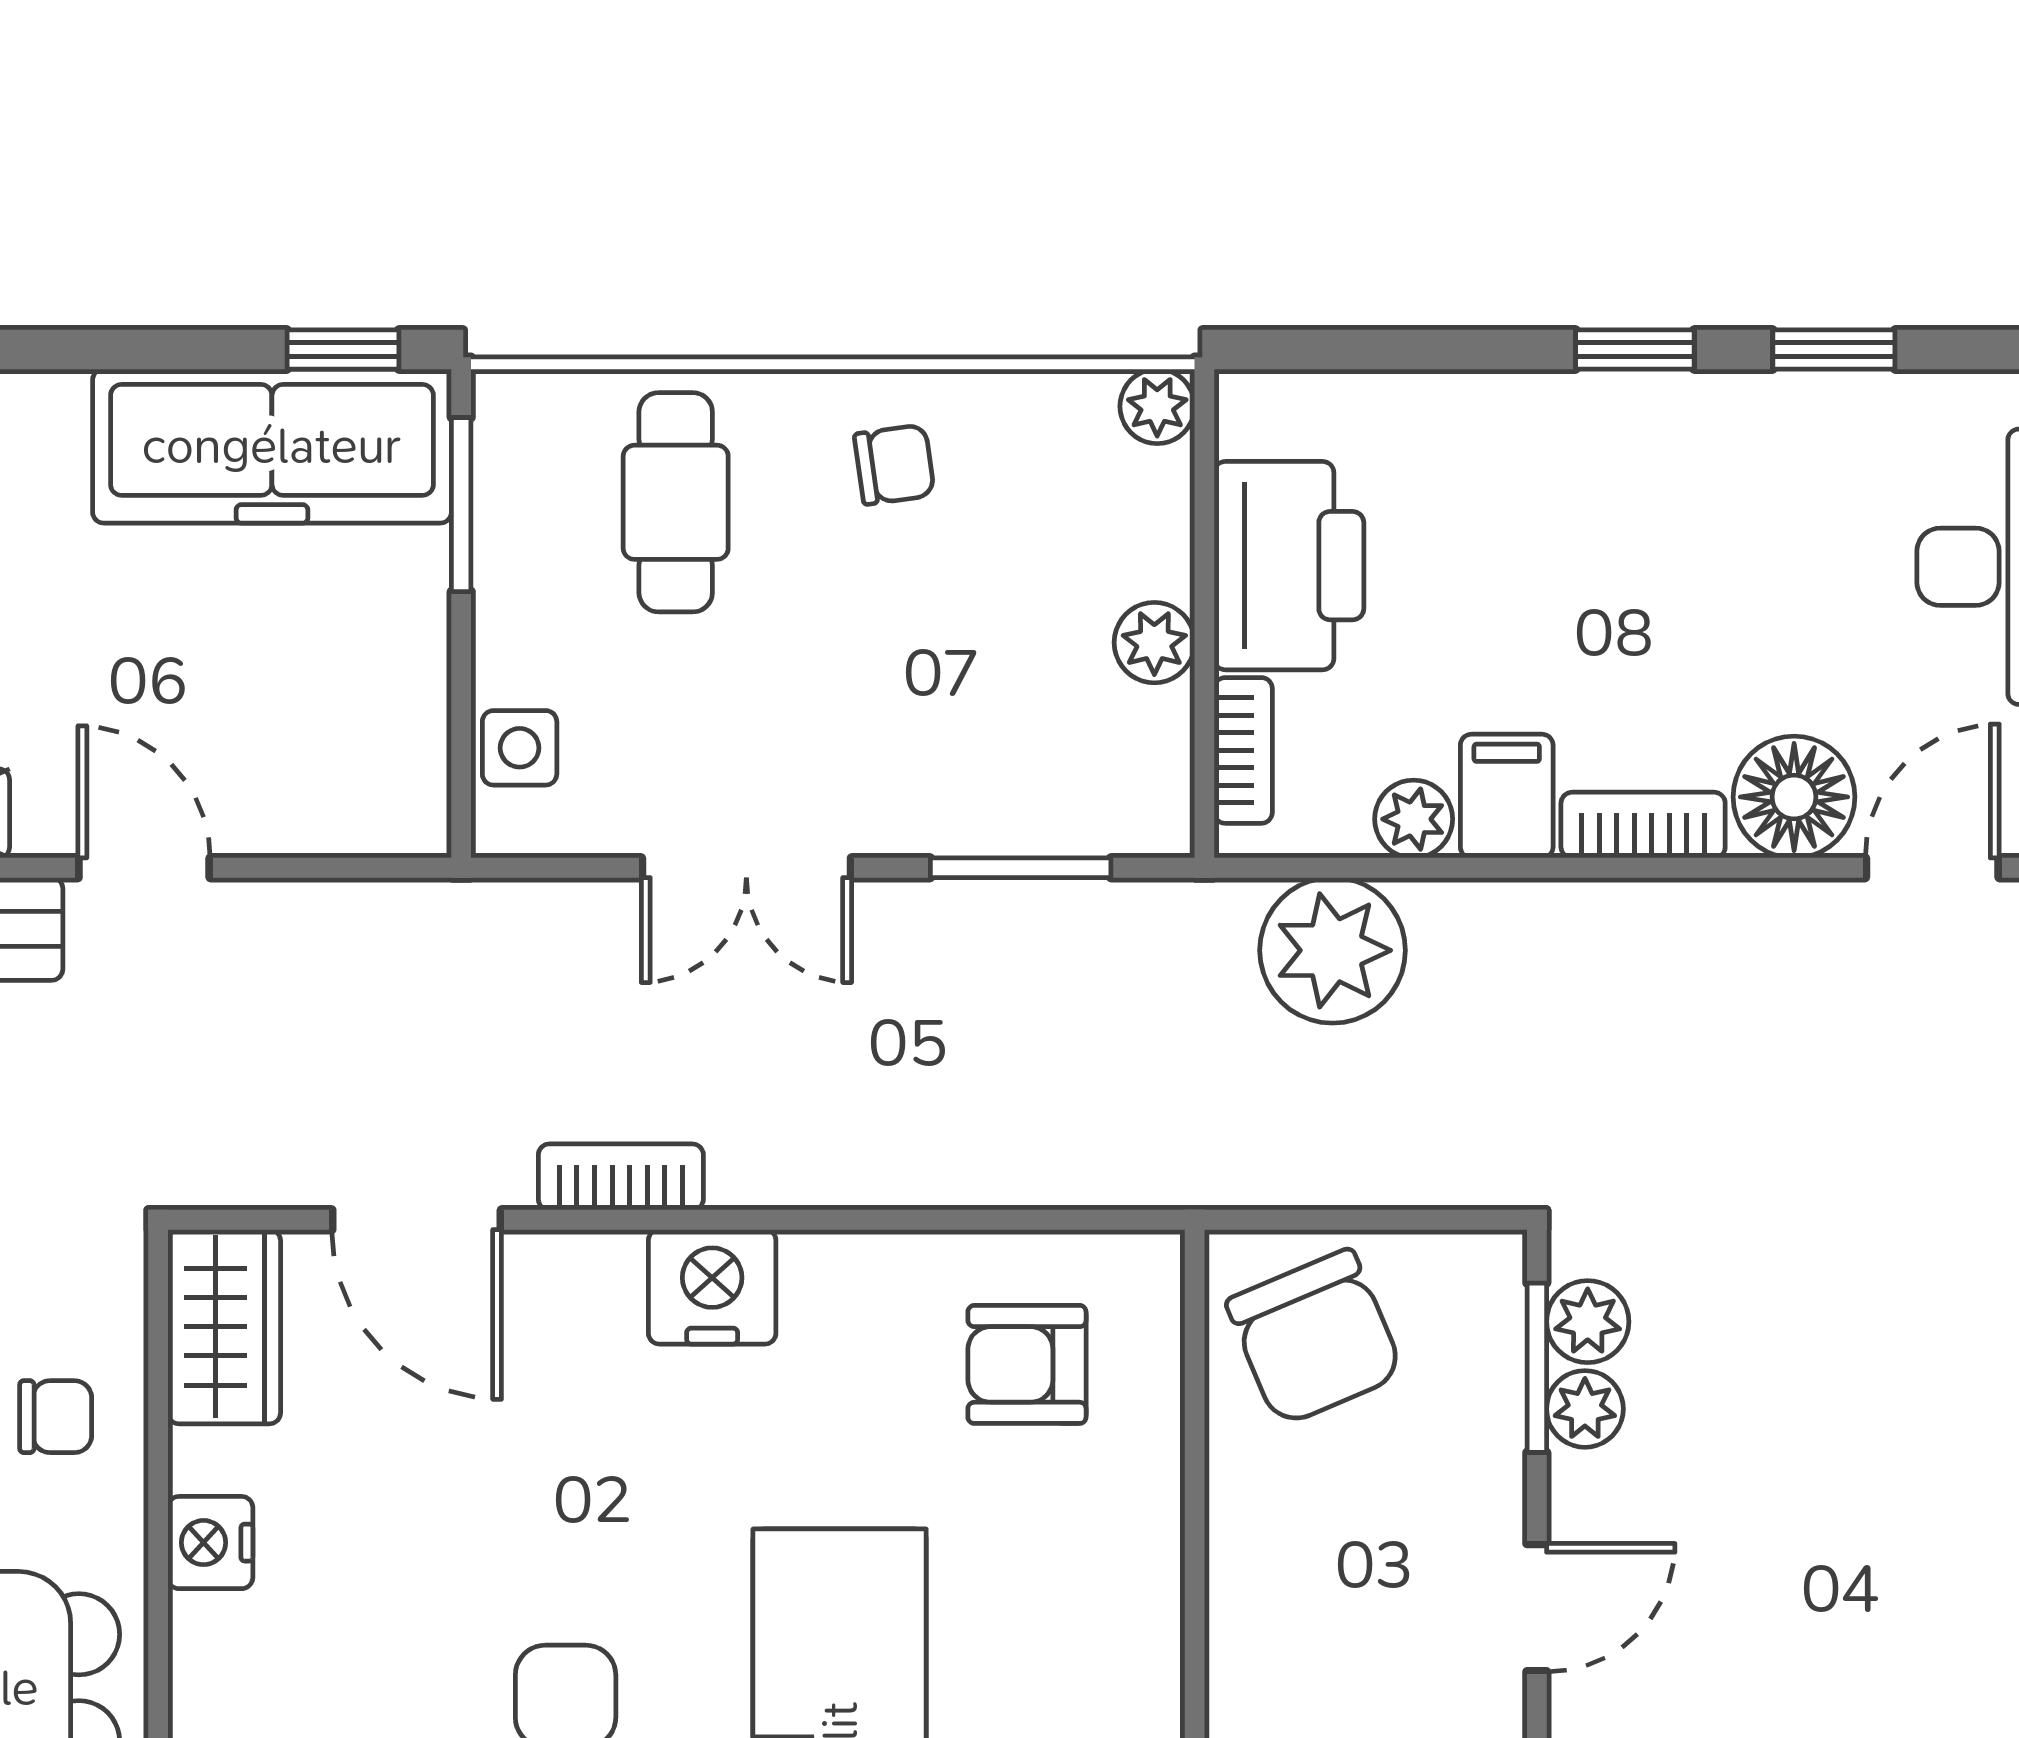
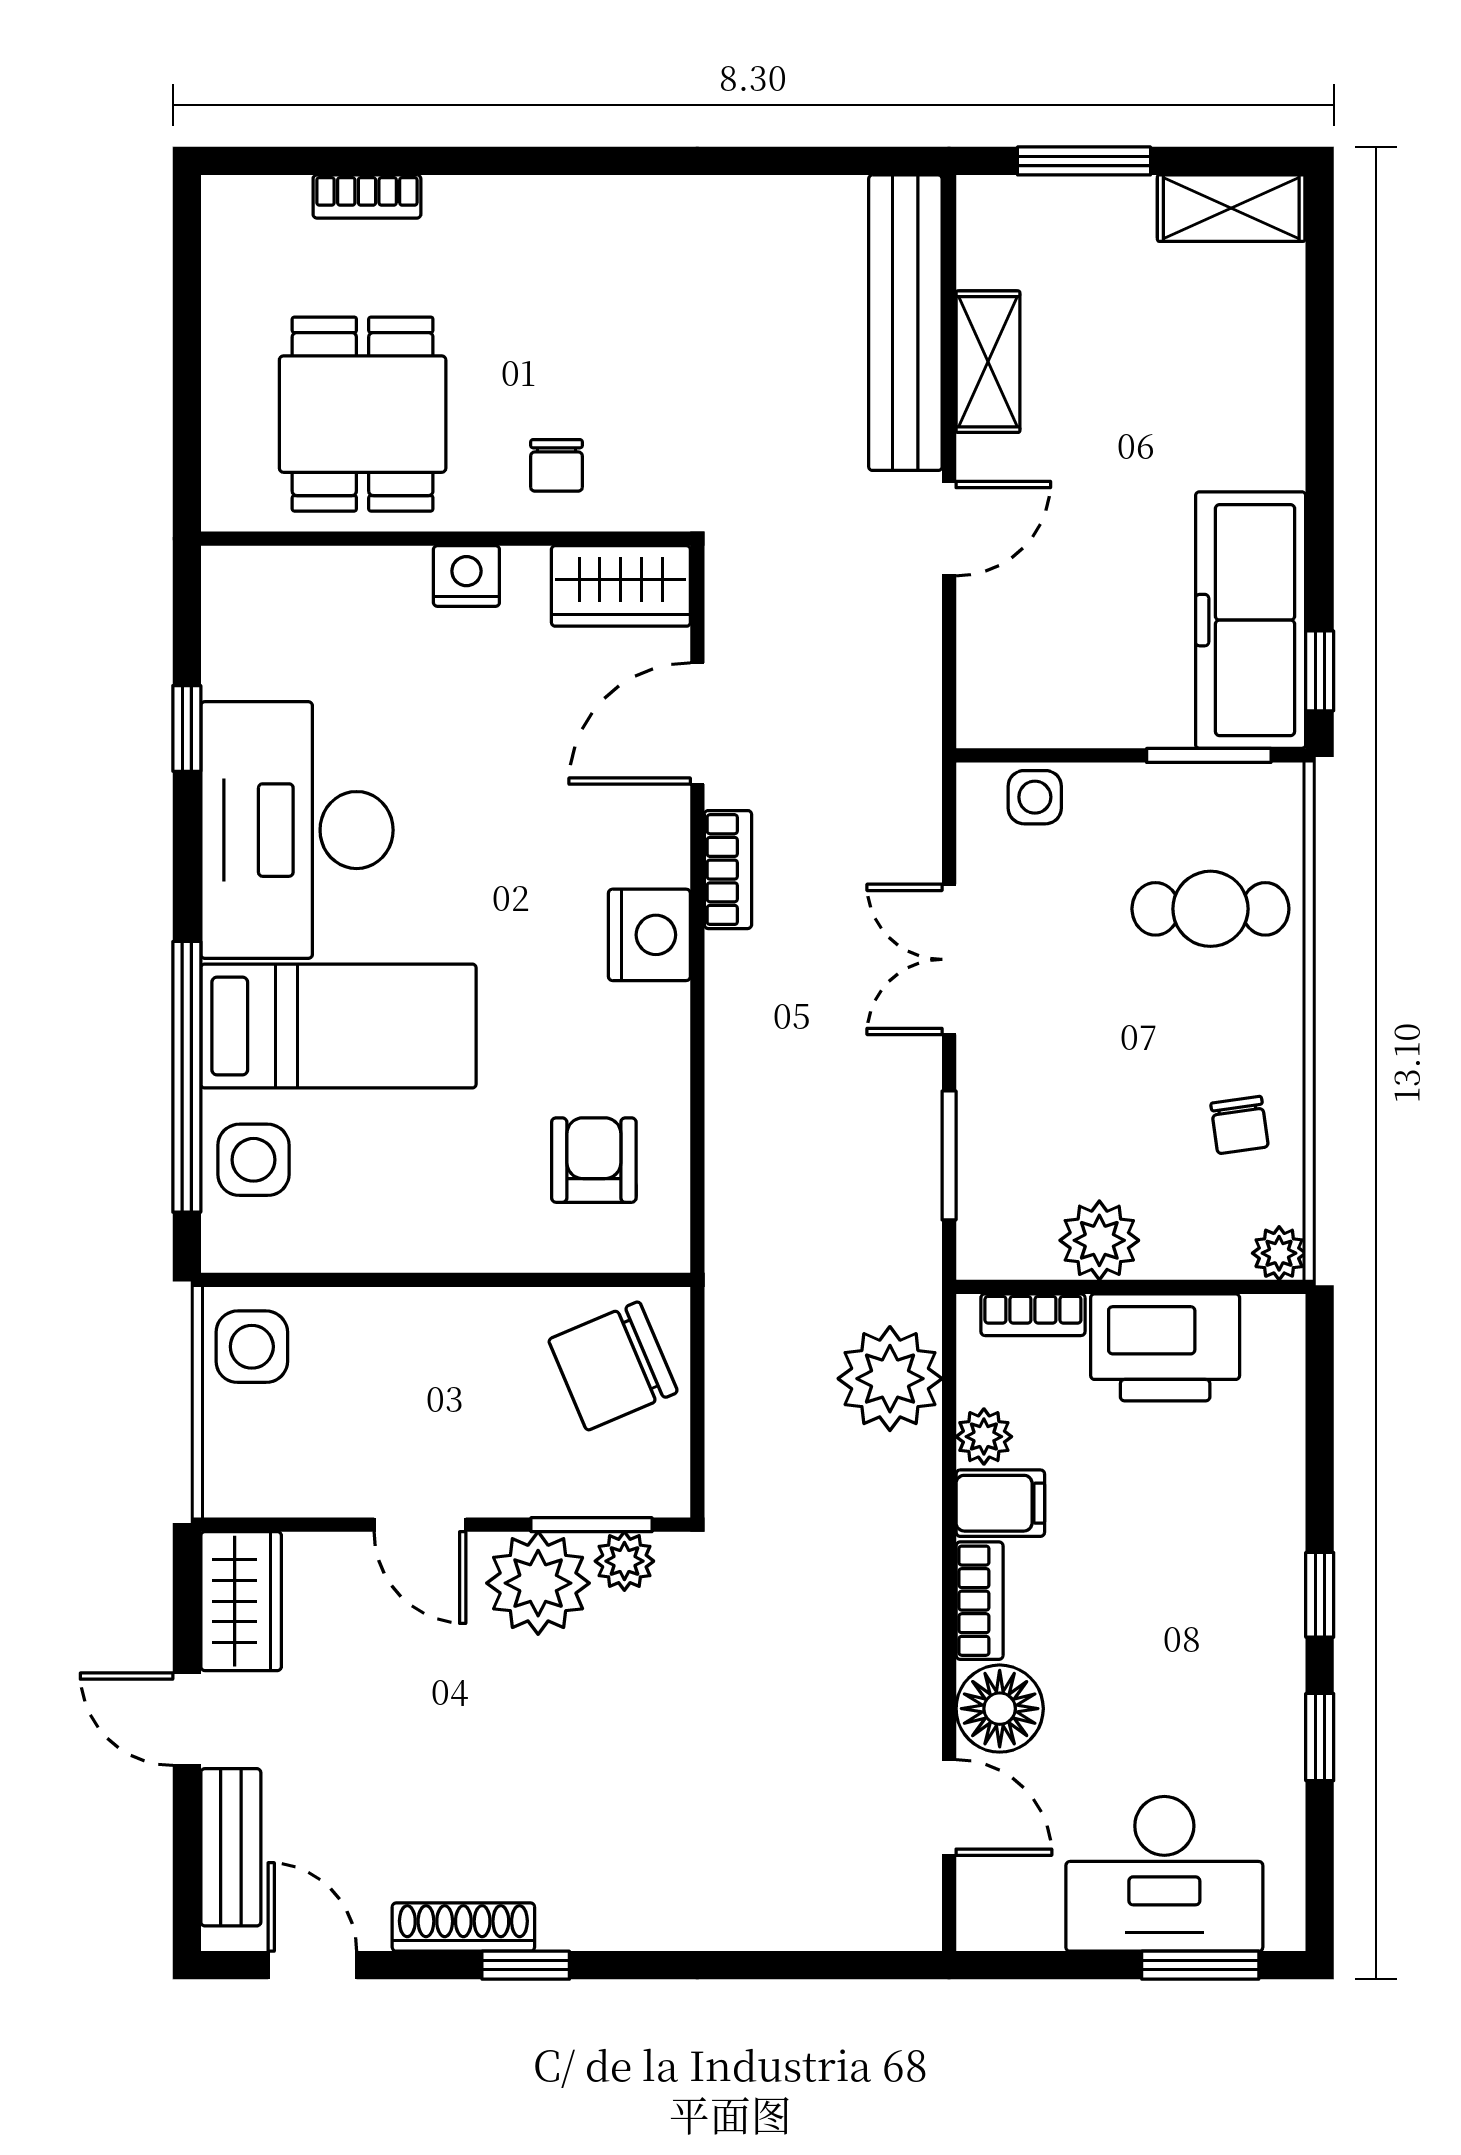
chair: (894, 465) -> (1240, 1125), moved
plant: (1154, 643) -> (1099, 1240), width x1.38, depth x1.38
plant: (1585, 1409) -> (538, 1583), width x1.87, depth x1.87

